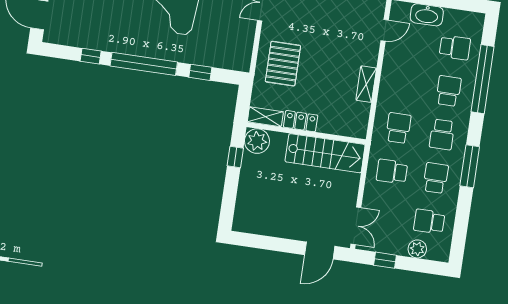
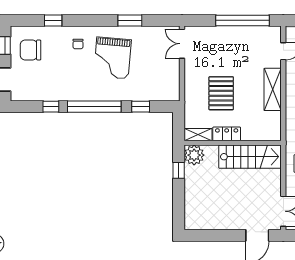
pallet: (283, 64) -> (221, 93), moved
shelving: (366, 84) -> (273, 89), width x1.50, depth x1.33

